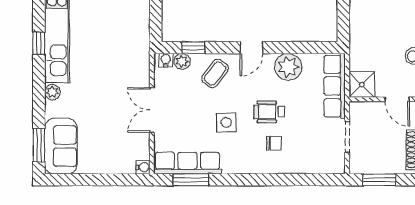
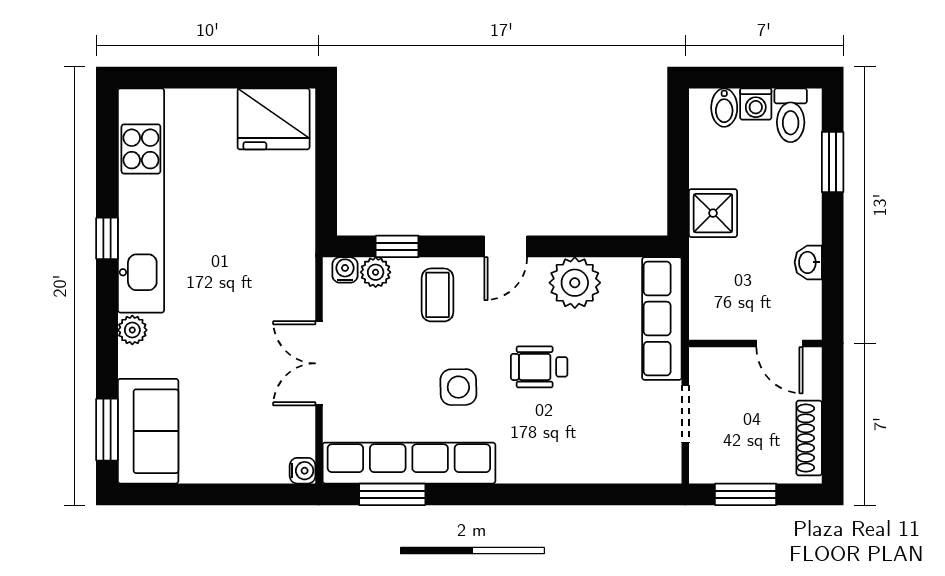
coffee table: (215, 73) -> (438, 295), turned -37
shower: (362, 85) -> (713, 213), moved
chair: (274, 143) -> (548, 426), removed
row of seats: (187, 163) -> (409, 463), width x1.36

